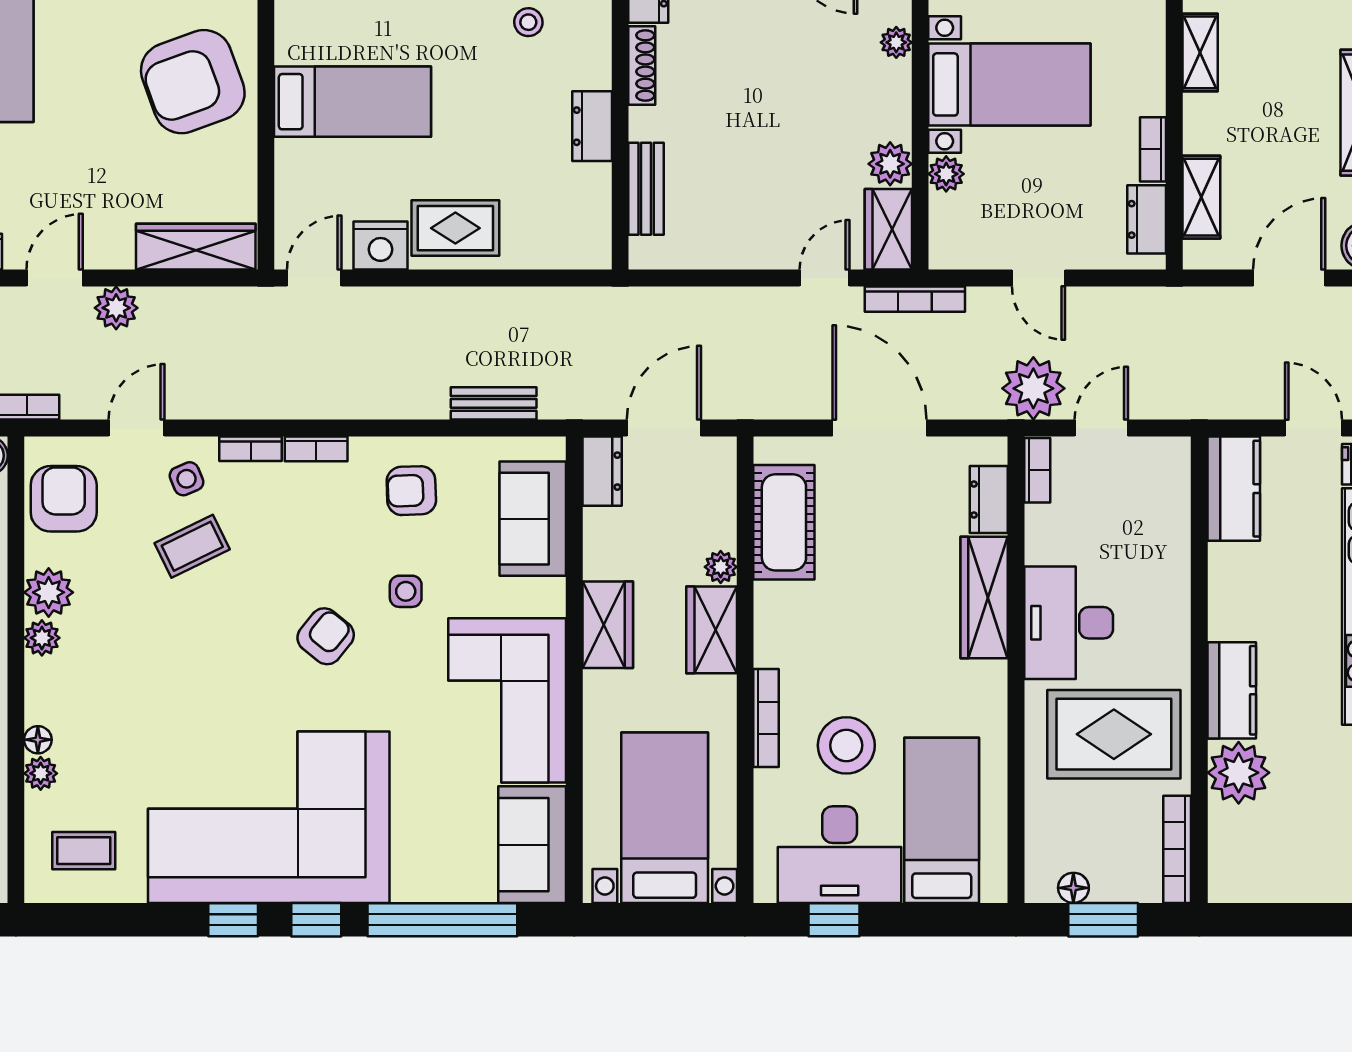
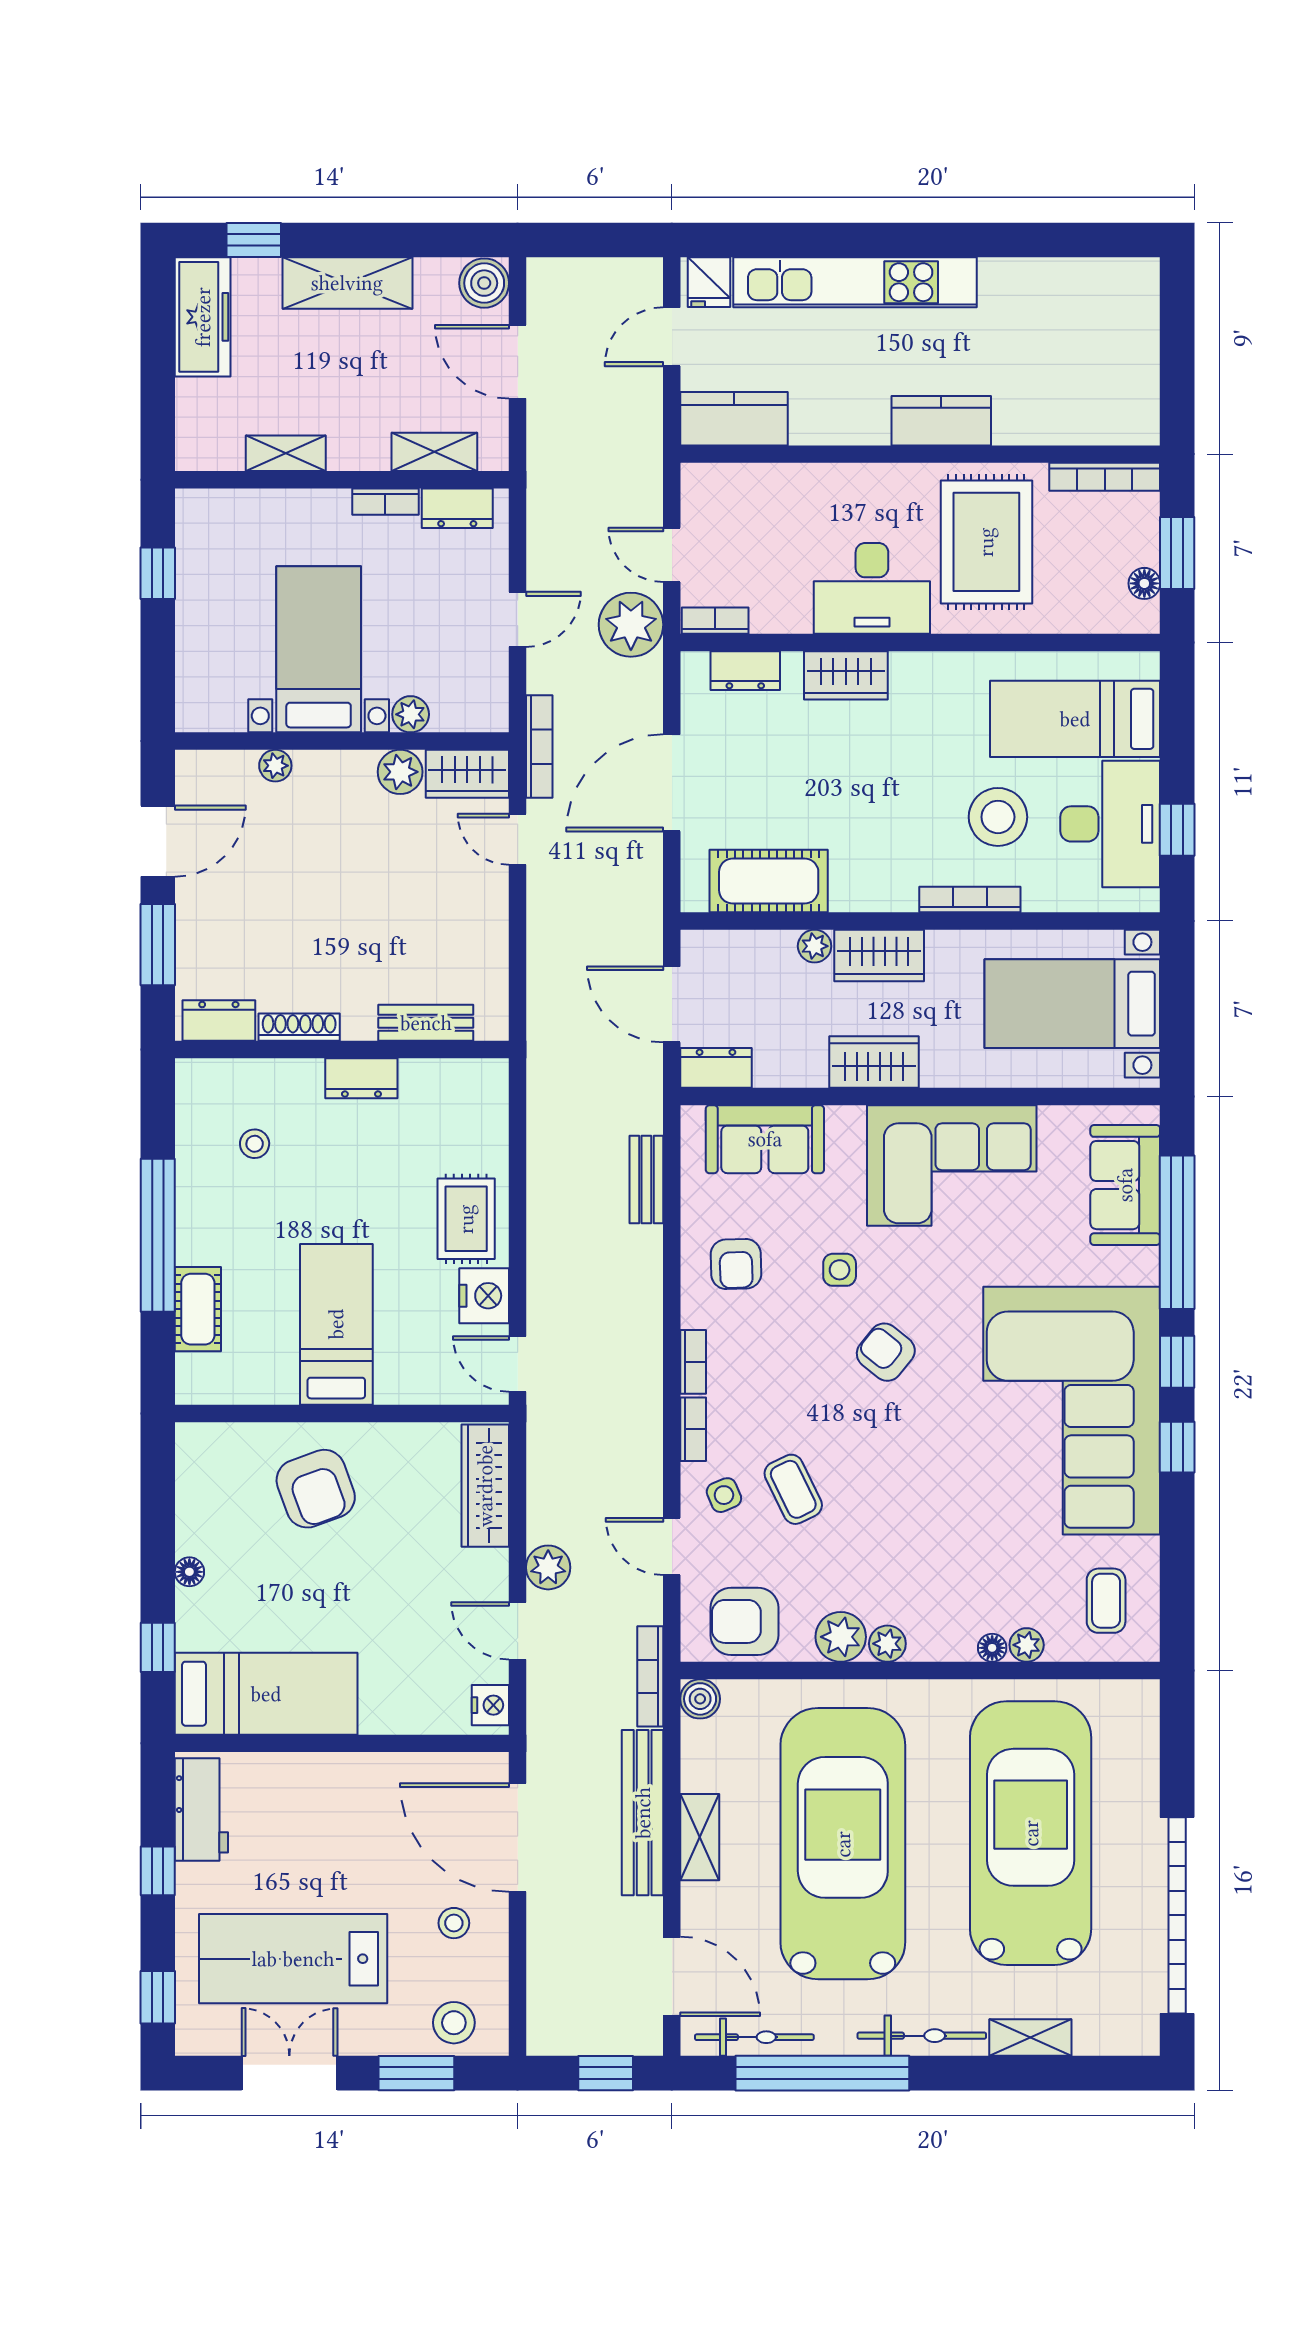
armchair: (193, 82) -> (316, 1489), width x0.73, depth x0.73
wardrobe: (984, 597) -> (846, 675), width x0.67
plant: (1239, 773) -> (1026, 414), removed
sofa: (532, 845) -> (1125, 1185), moved, turned 90

